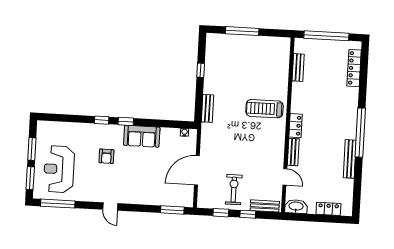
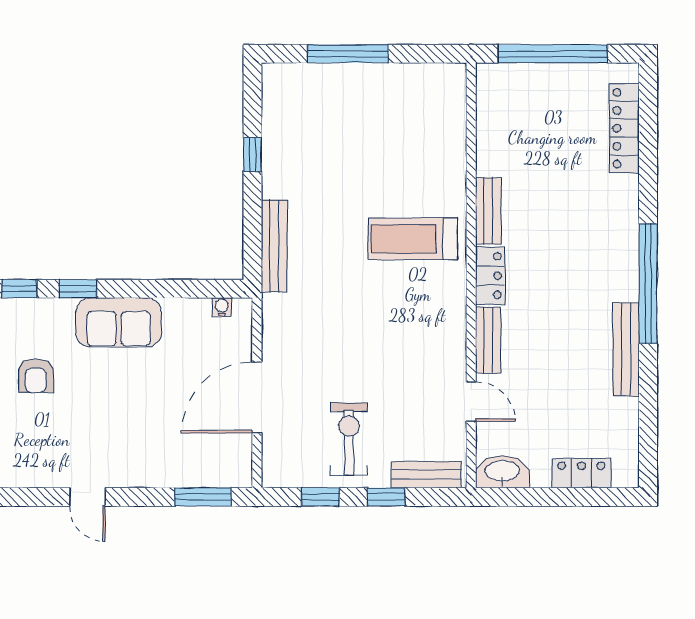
bench: (298, 68) -> (488, 211), moved
bench: (207, 108) -> (274, 246), width x1.36
door: (110, 206) -> (87, 497), moved

